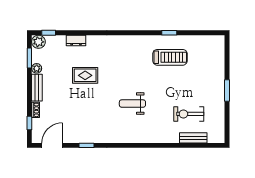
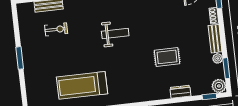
treadmill: (170, 57) -> (82, 85), width x1.37, depth x1.38
exercise bike: (189, 114) -> (56, 29), width x0.73, depth x0.72

